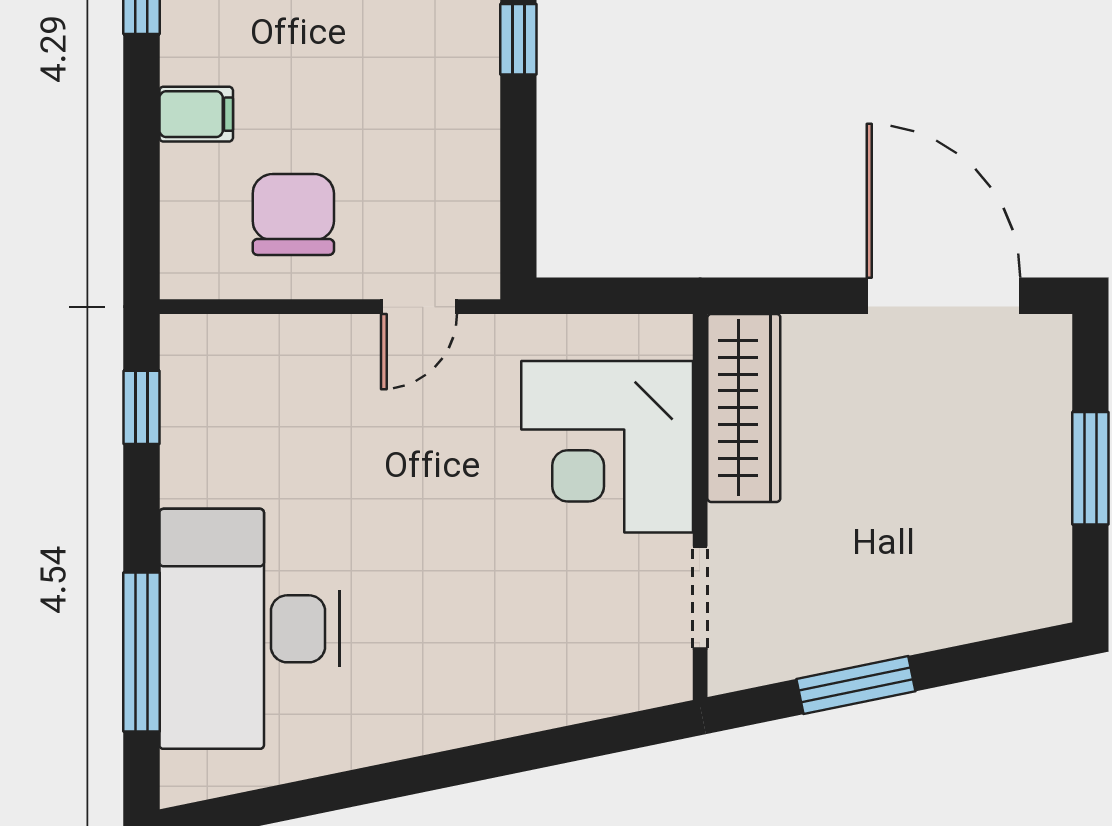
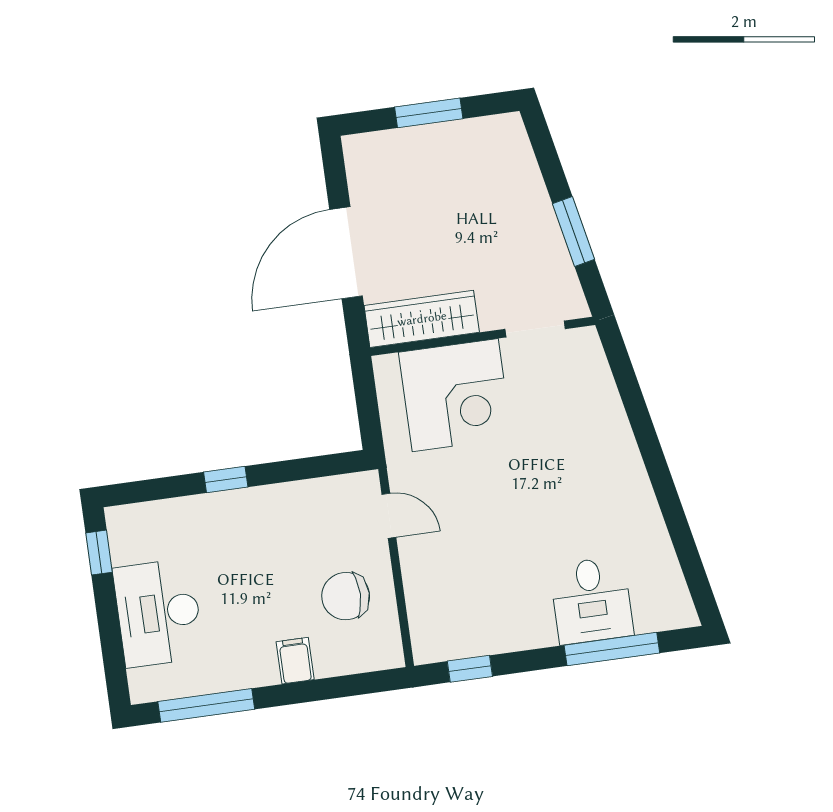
door: (943, 296) -> (346, 253), moved
desk: (249, 629) -> (591, 600), width x0.53, depth x0.77

